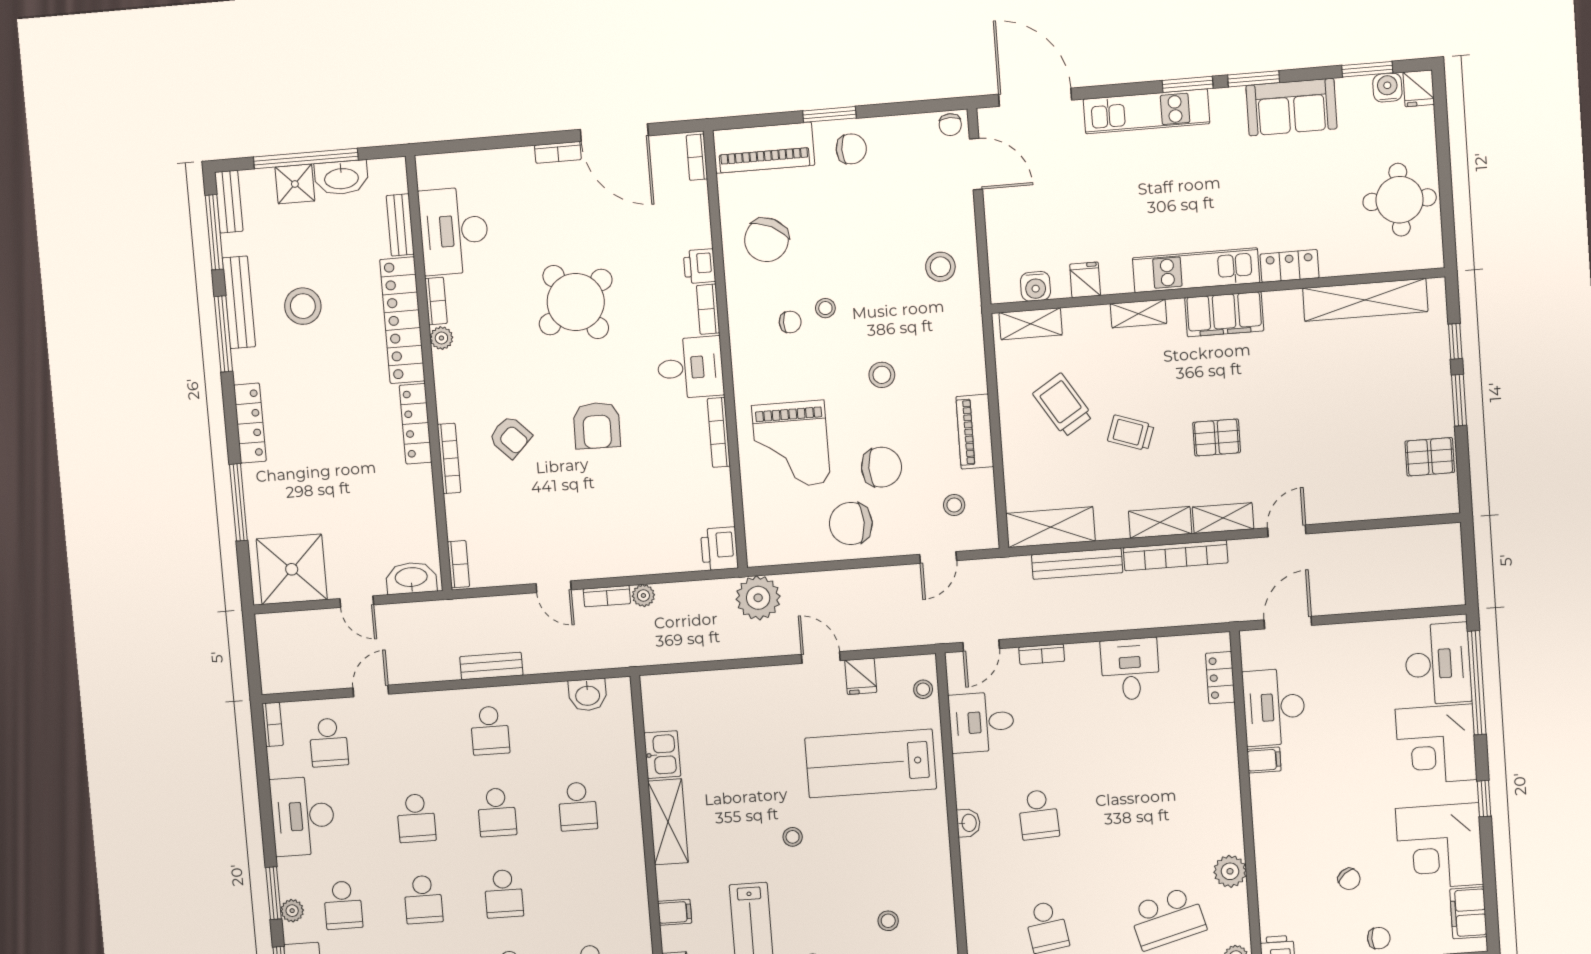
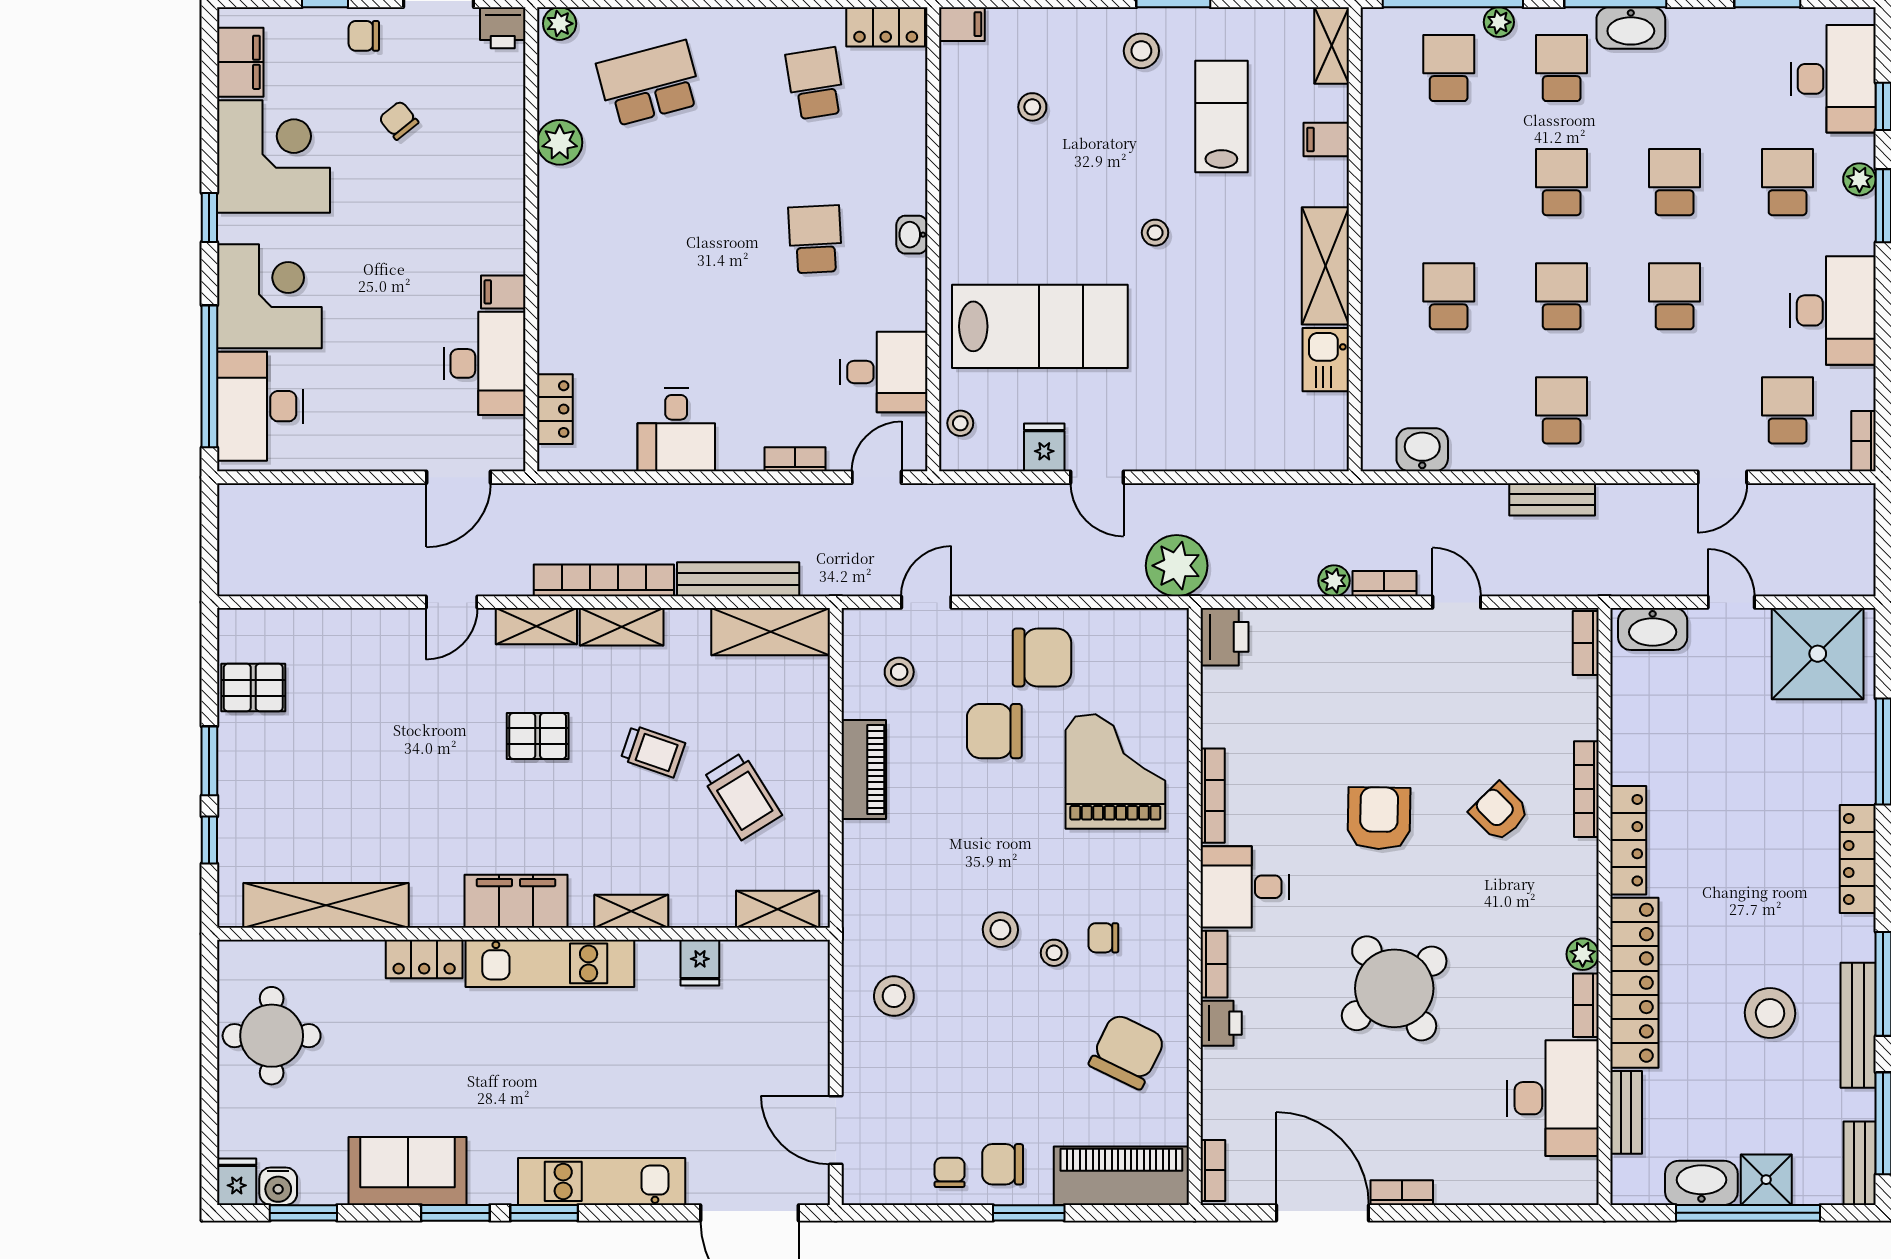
chair: (950, 125) -> (950, 1172), moved
water cooler: (1035, 286) -> (767, 959), removed
stool: (882, 375) -> (1000, 930), moved

